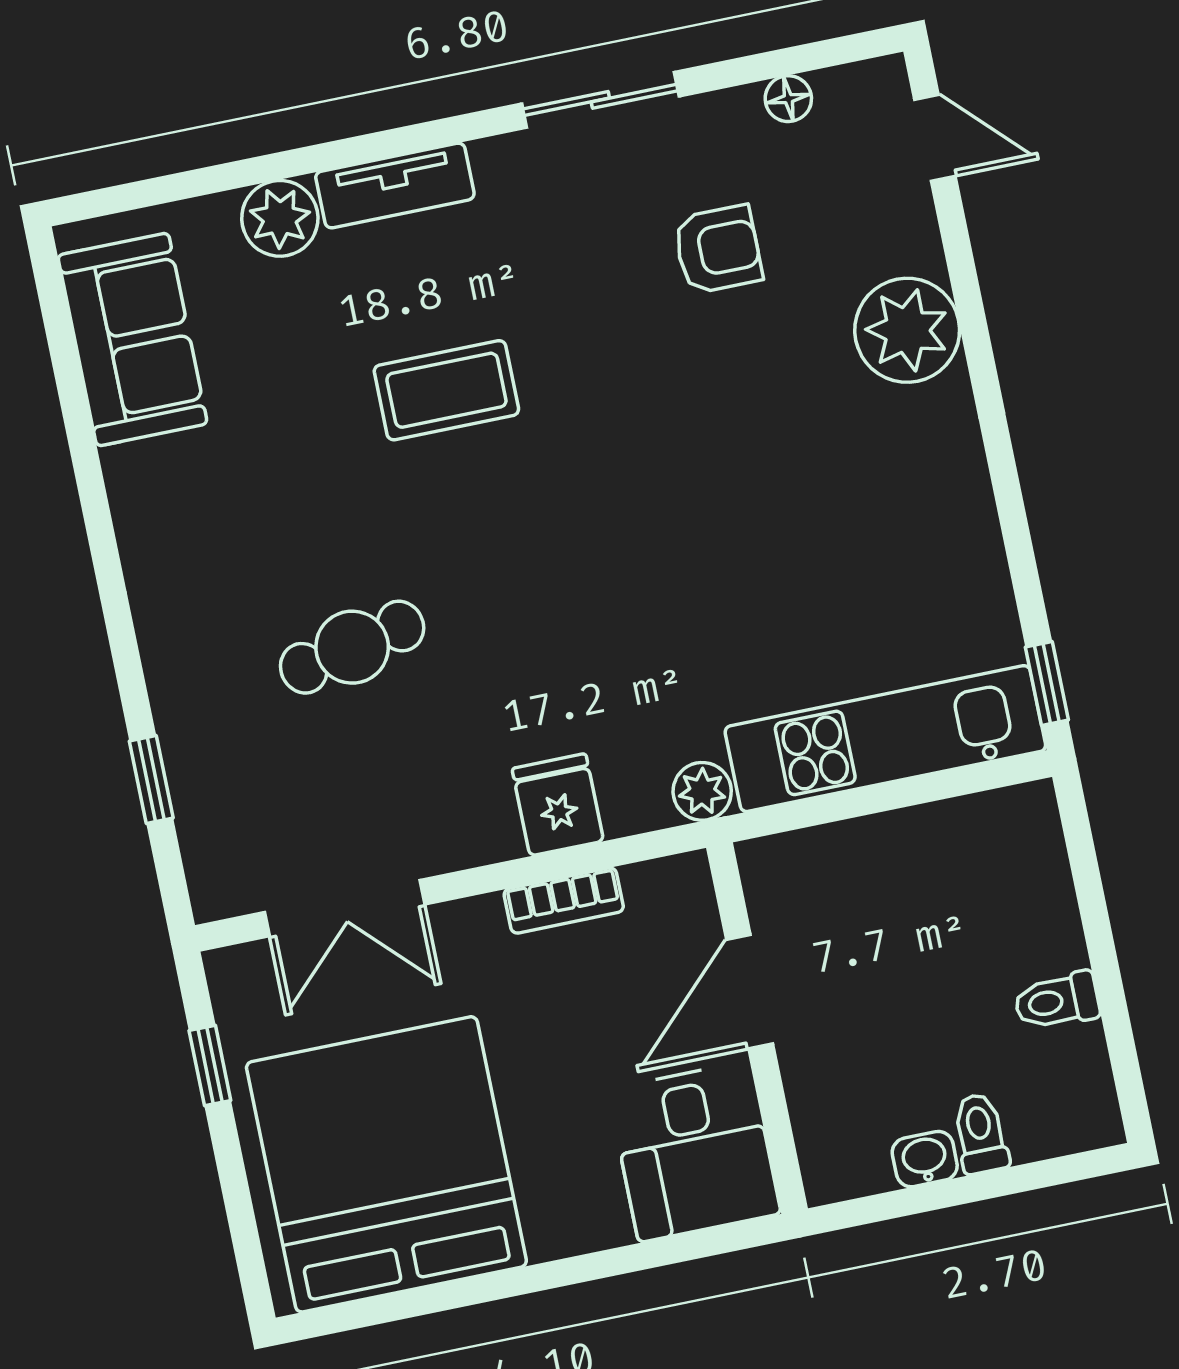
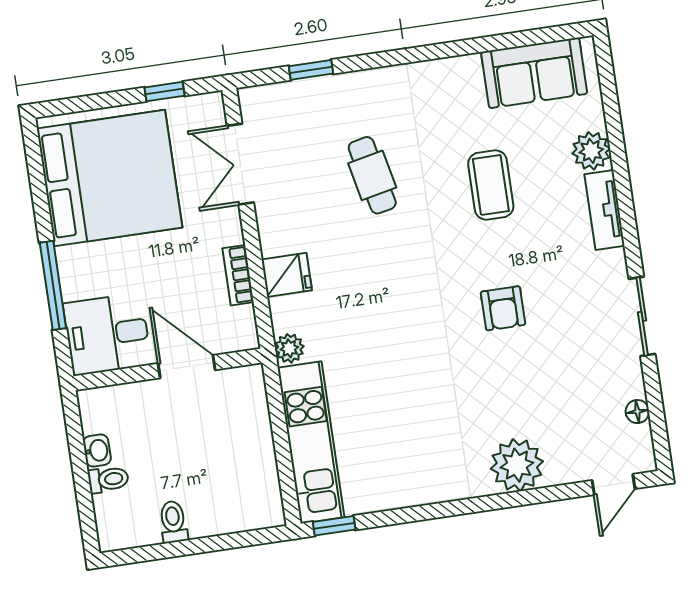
armchair: (718, 249) -> (503, 308), moved
coffee table: (446, 390) -> (491, 185), moved
window: (604, 1264) -> (53, 285), added

